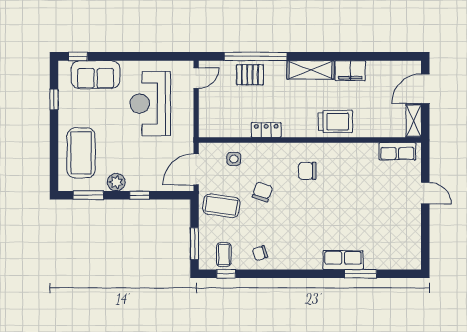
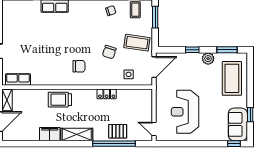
sofa: (96, 75) -> (238, 124), moved, turned -90
door: (196, 78) -> (154, 129), hinge flipped
reception desk: (150, 104) -> (185, 112), turned 180

